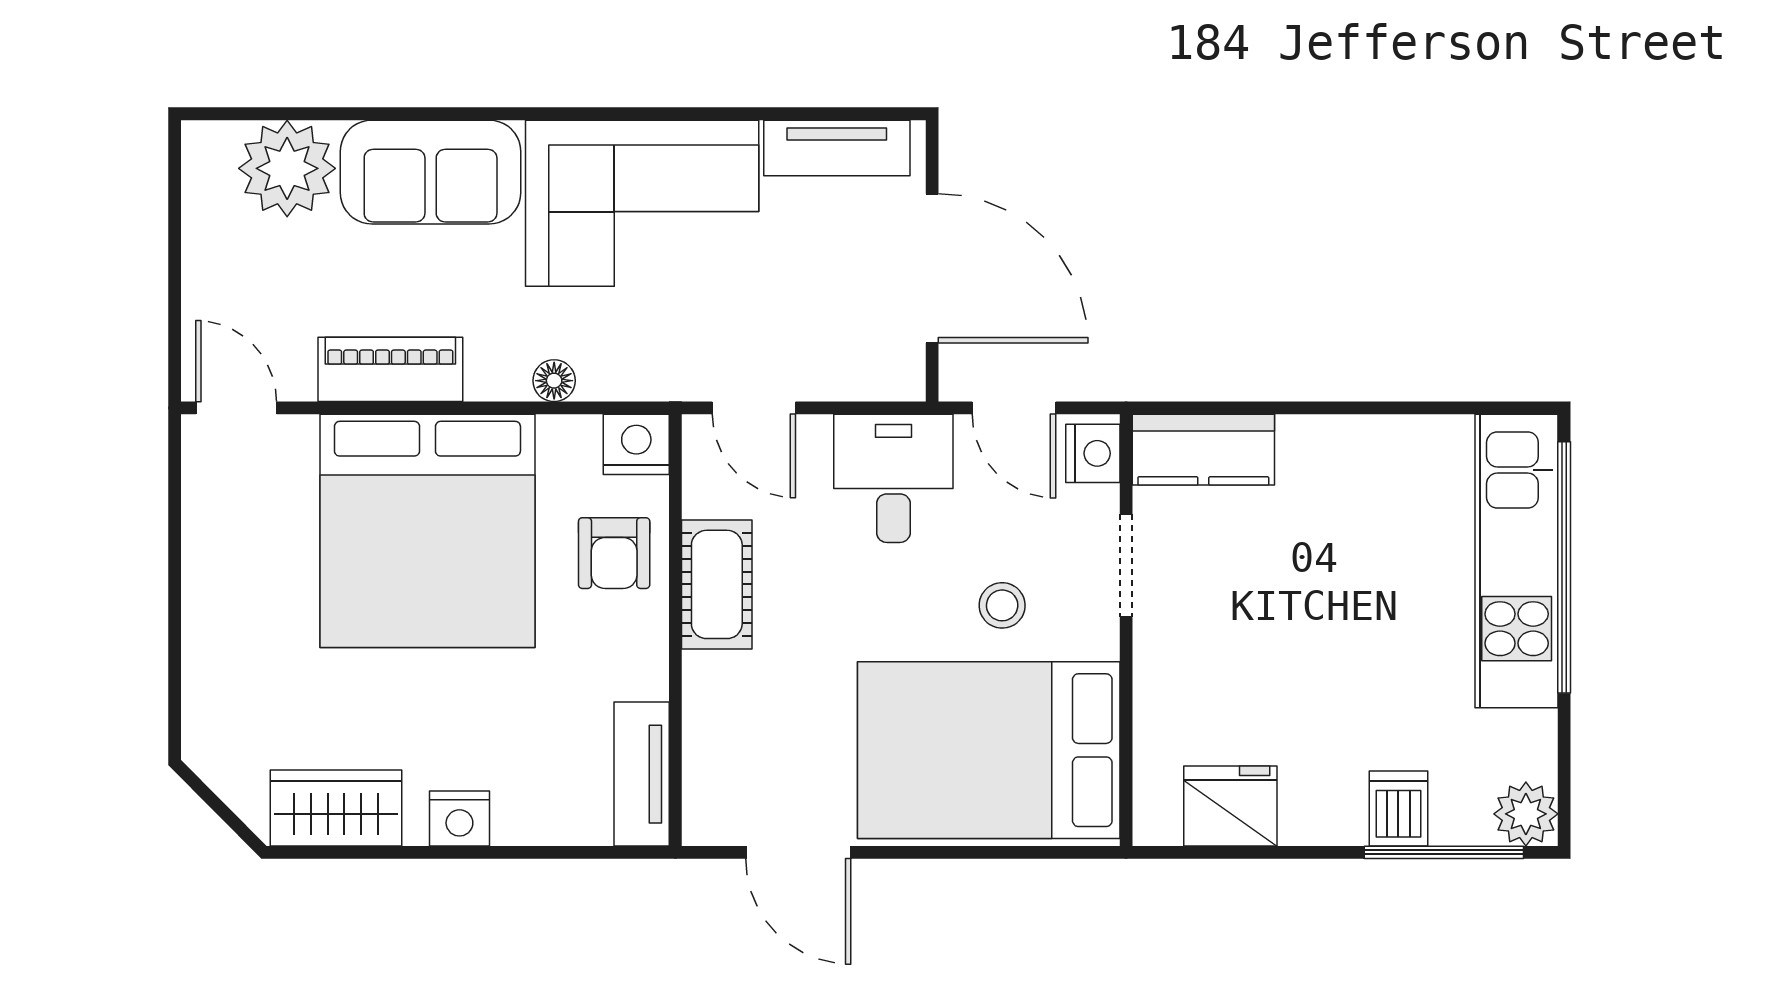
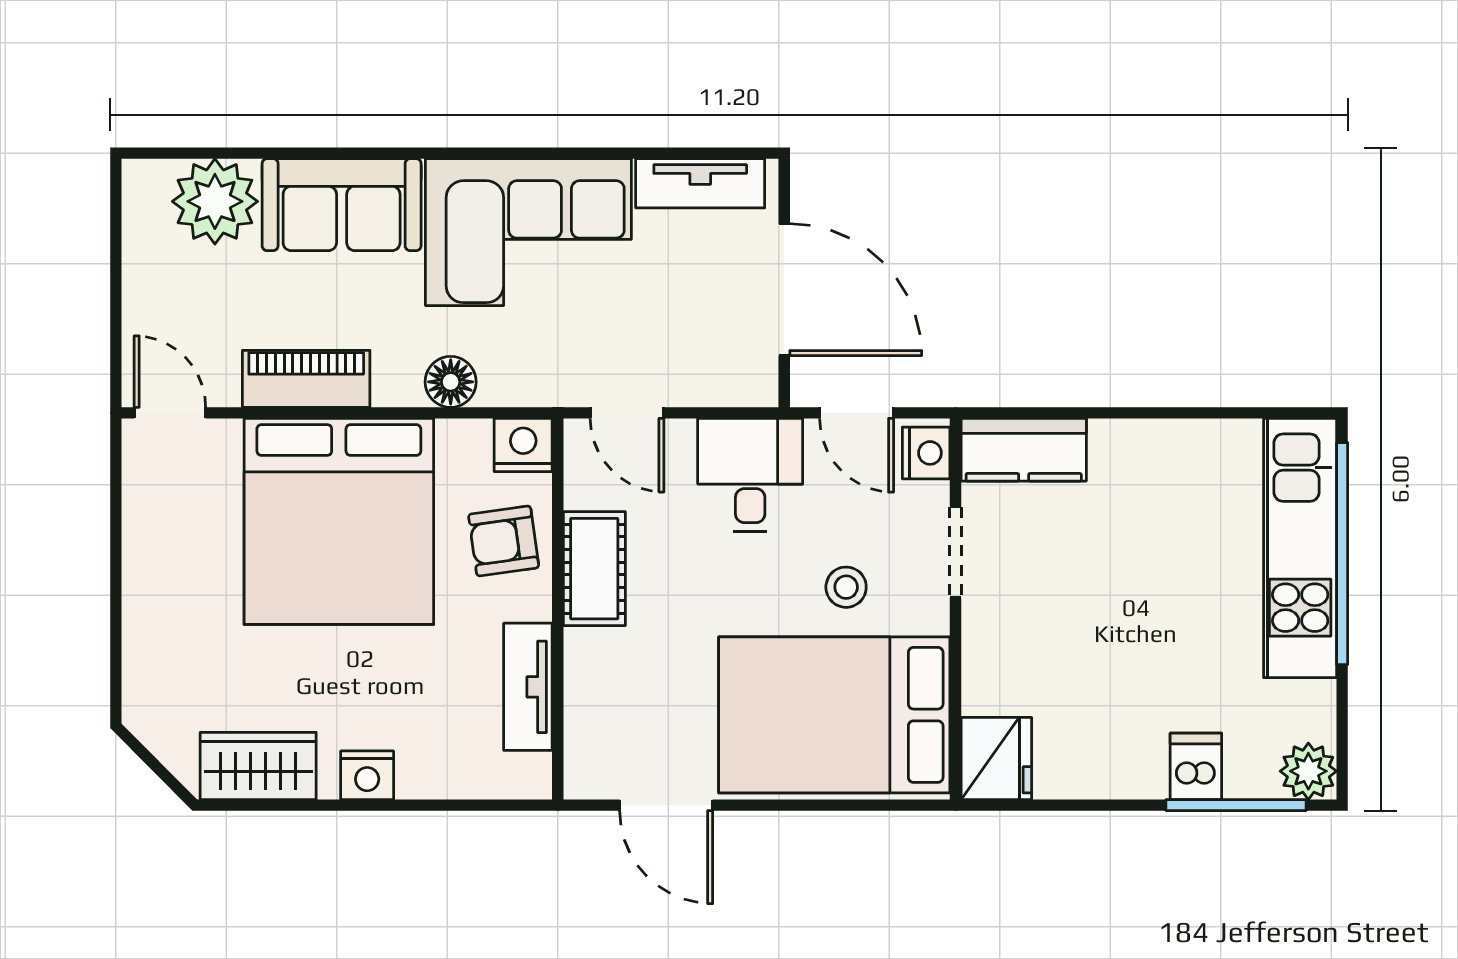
floor lamp: (554, 381) -> (451, 382), width x1.37, depth x1.37
armchair: (614, 553) -> (504, 541), turned 82
tv unit: (642, 774) -> (528, 687), moved
fridge: (1230, 806) -> (996, 758), moved, turned 90

